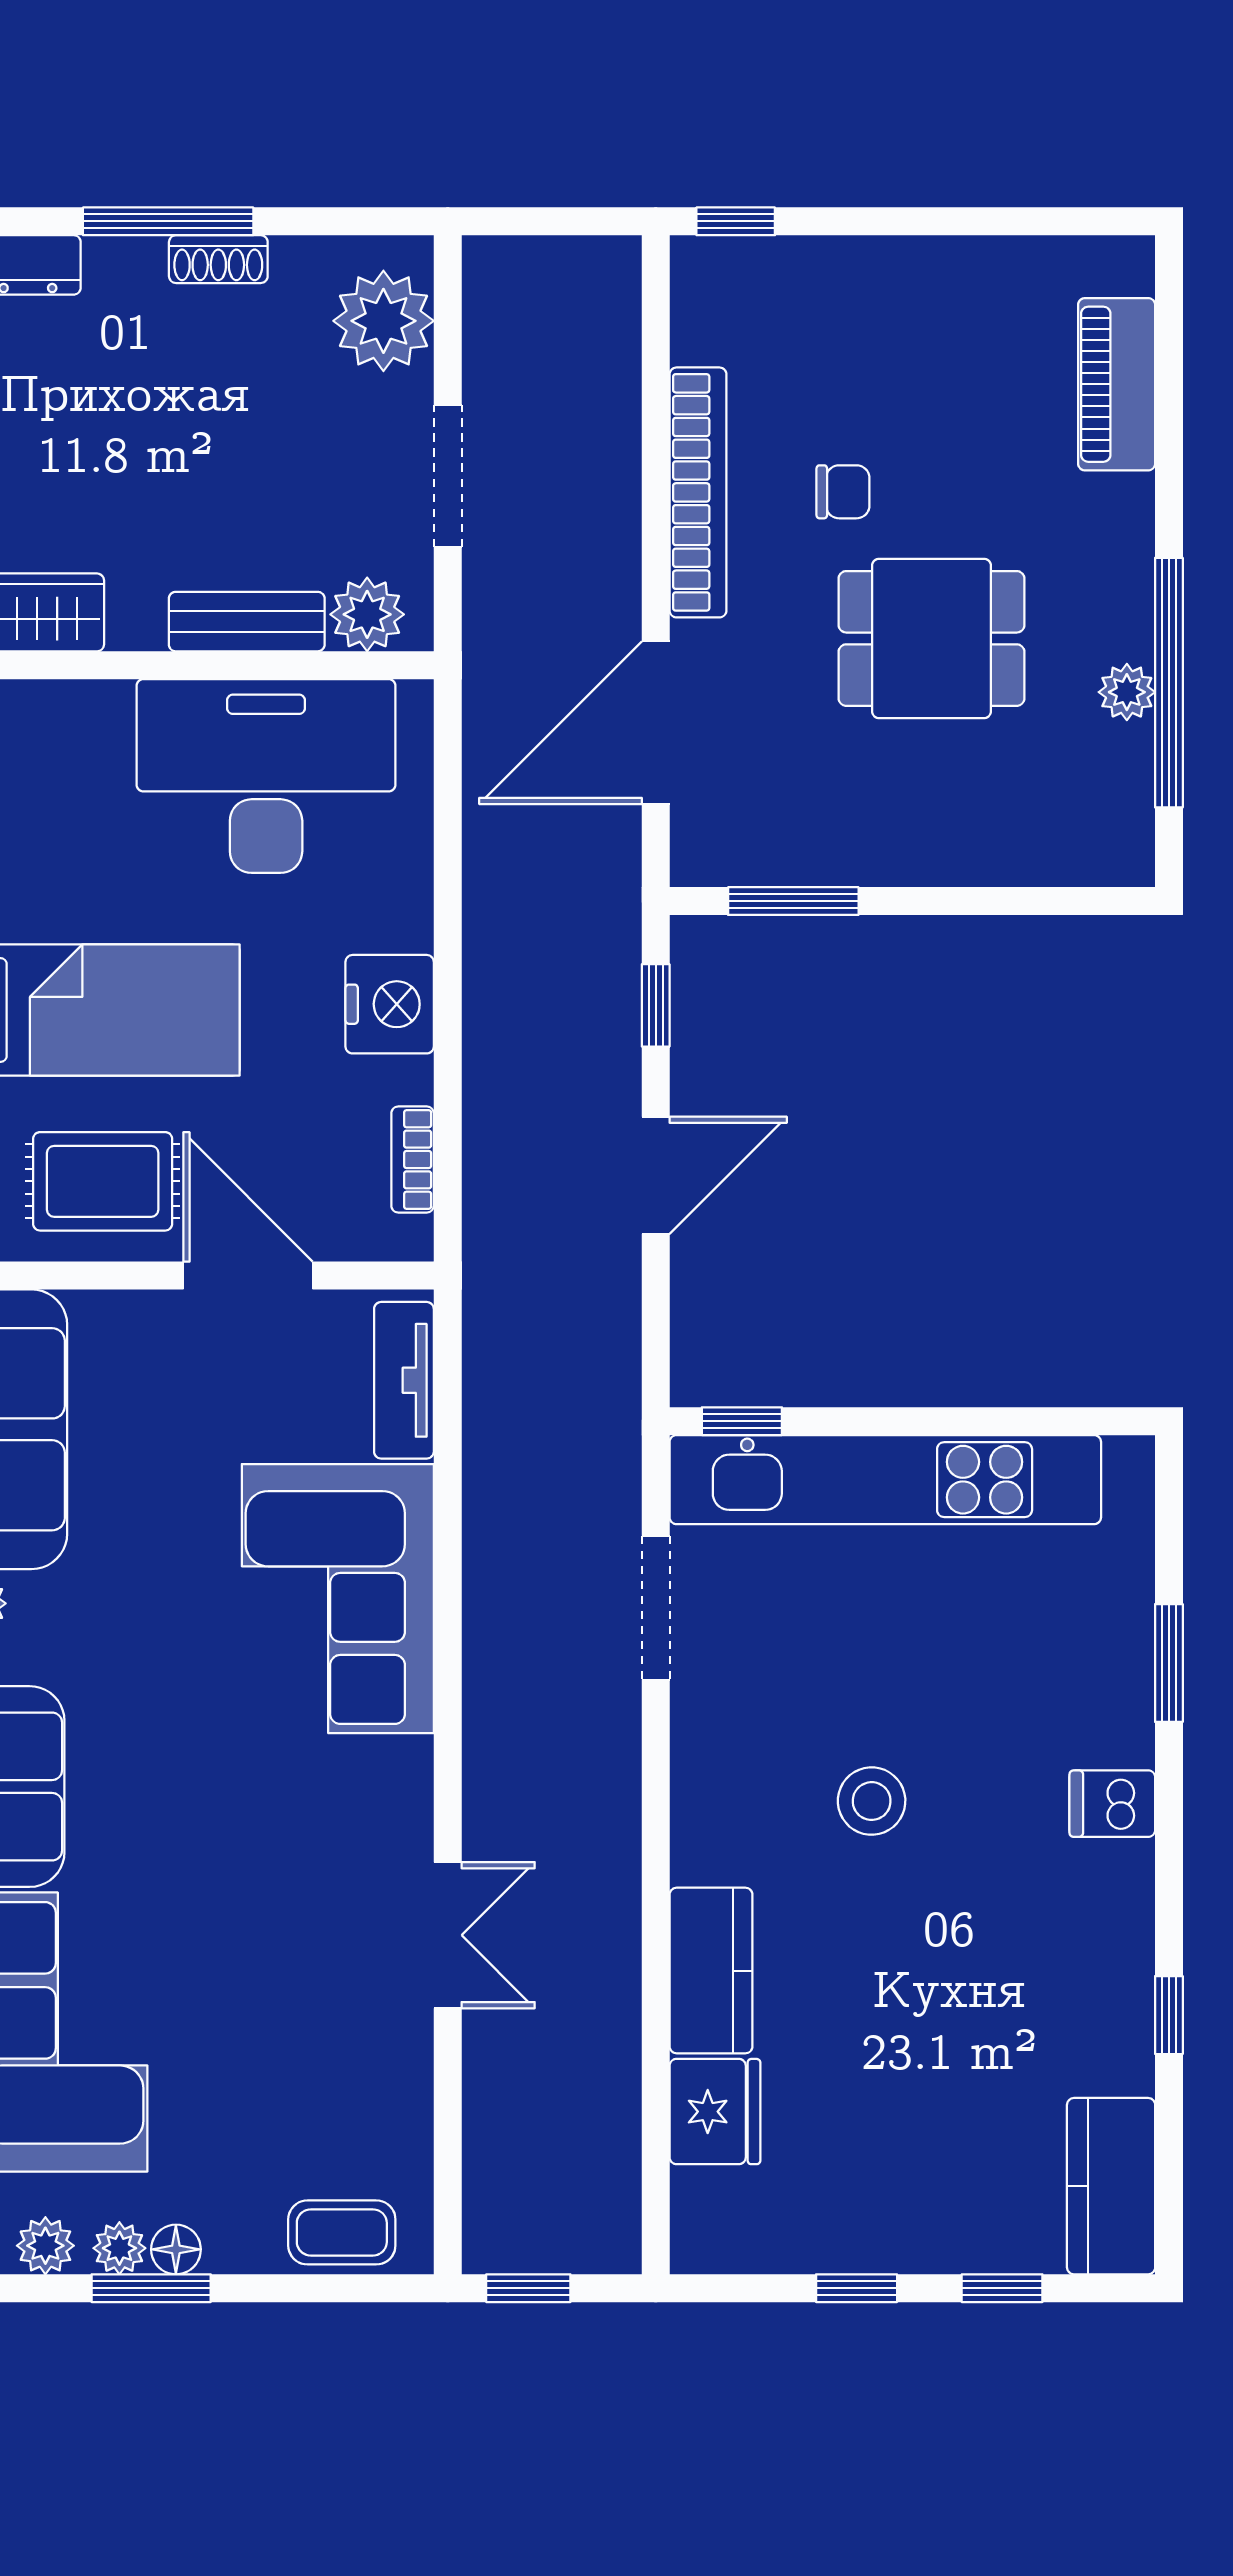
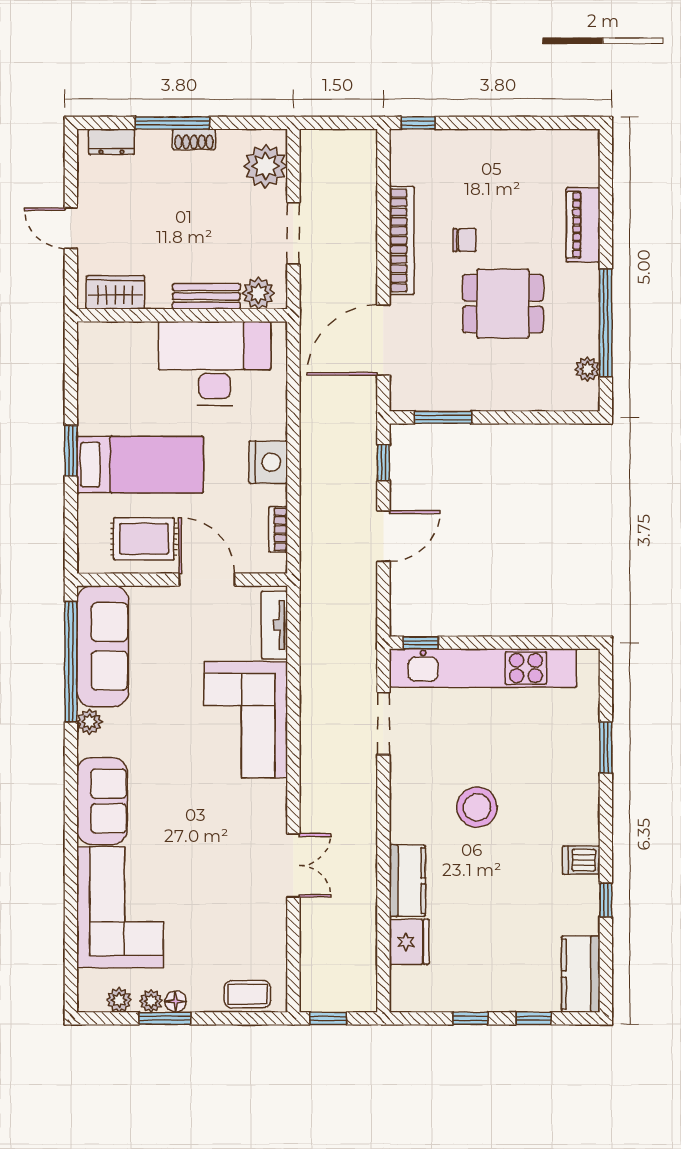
piano: (1117, 384) -> (583, 225), moved
plant: (1127, 692) -> (588, 369), moved
stool: (872, 1801) -> (477, 807), width x1.38, depth x1.38
dishwasher: (1112, 1804) -> (581, 860), moved

